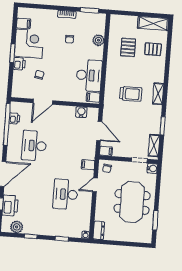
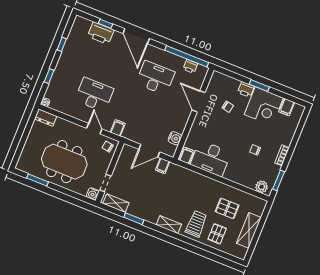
shelving: (153, 23) -> (249, 230), moved
plant: (98, 40) -> (262, 187), moved
trolley: (131, 94) -> (196, 224), moved, turned 180
filing cabinet: (106, 151) -> (163, 166), moved
plant: (17, 227) -> (76, 33), removed

